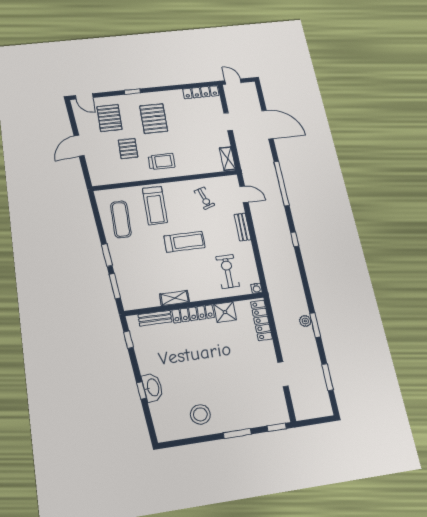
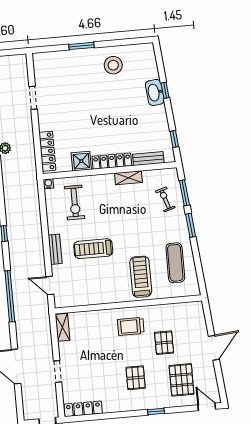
pallet: (154, 118) -> (136, 378), width x0.67, depth x0.71
exercise bike: (204, 198) -> (165, 199), moved
treadmill: (184, 242) -> (93, 249), moved
window: (277, 427) -> (45, 49), removed

